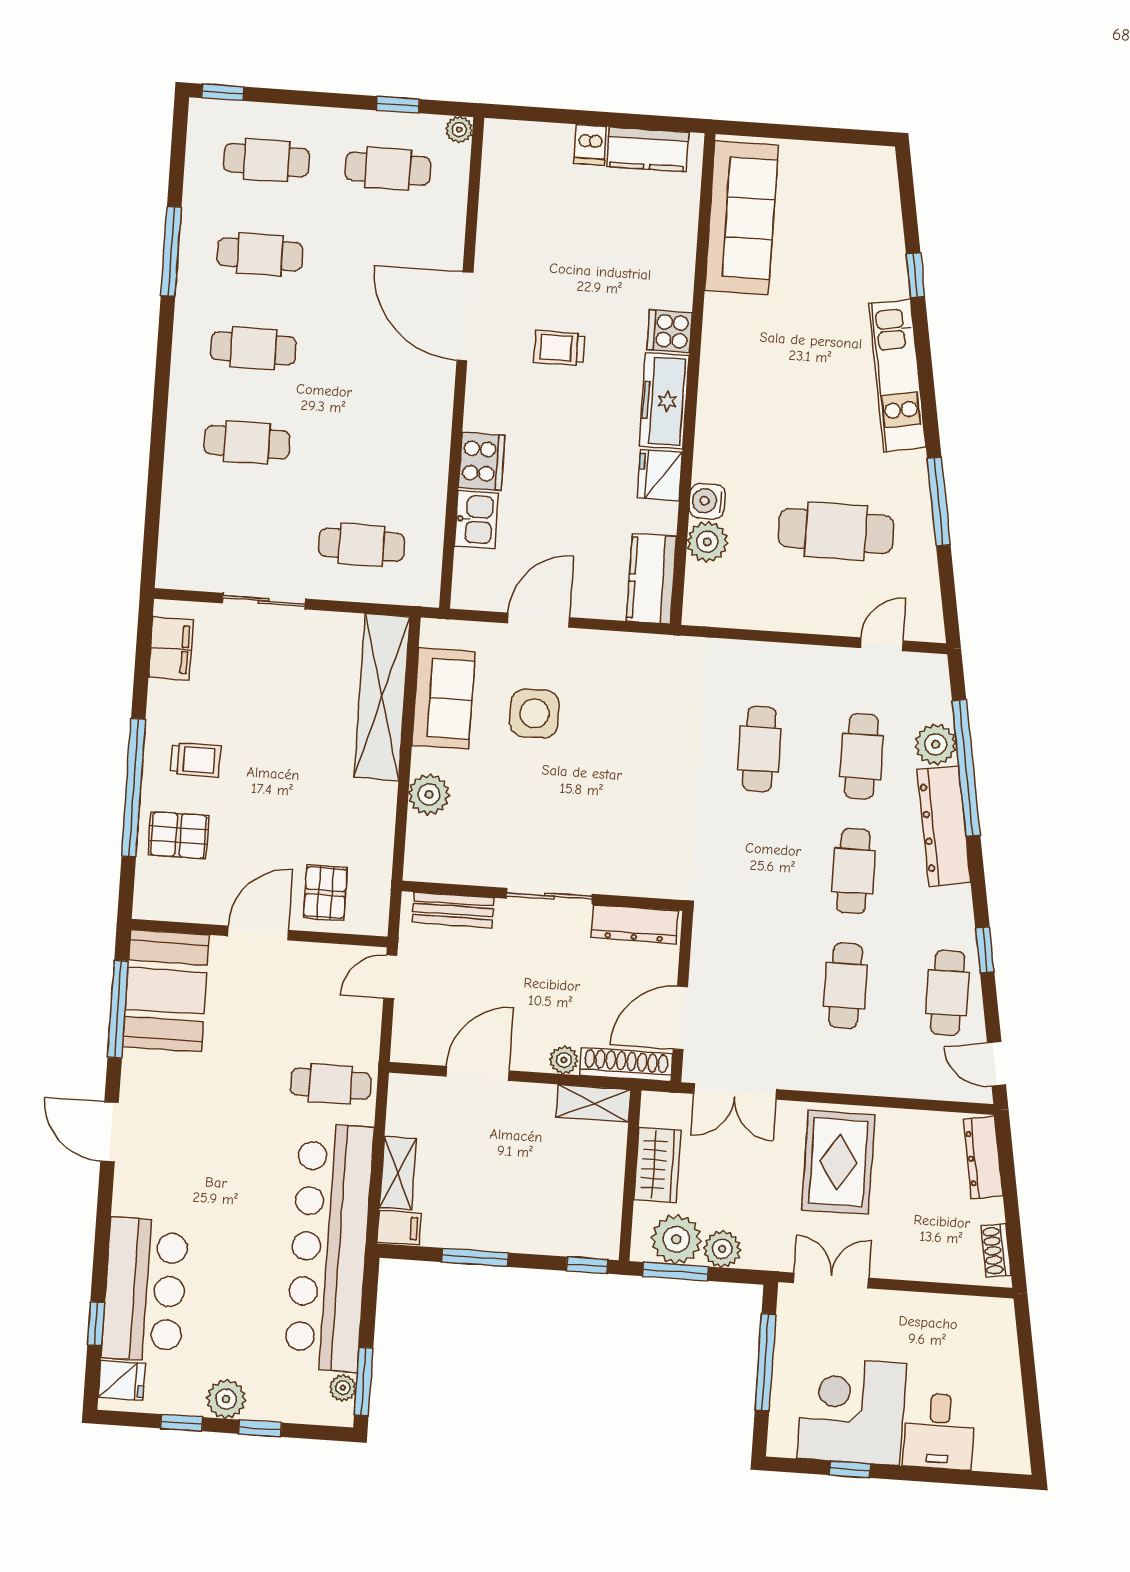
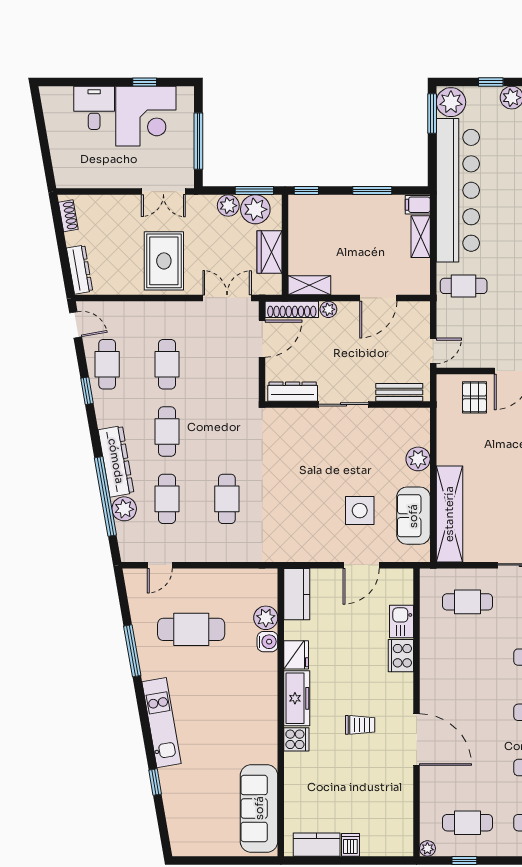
plant: (343, 1388) -> (451, 102), width x1.88, depth x1.88

